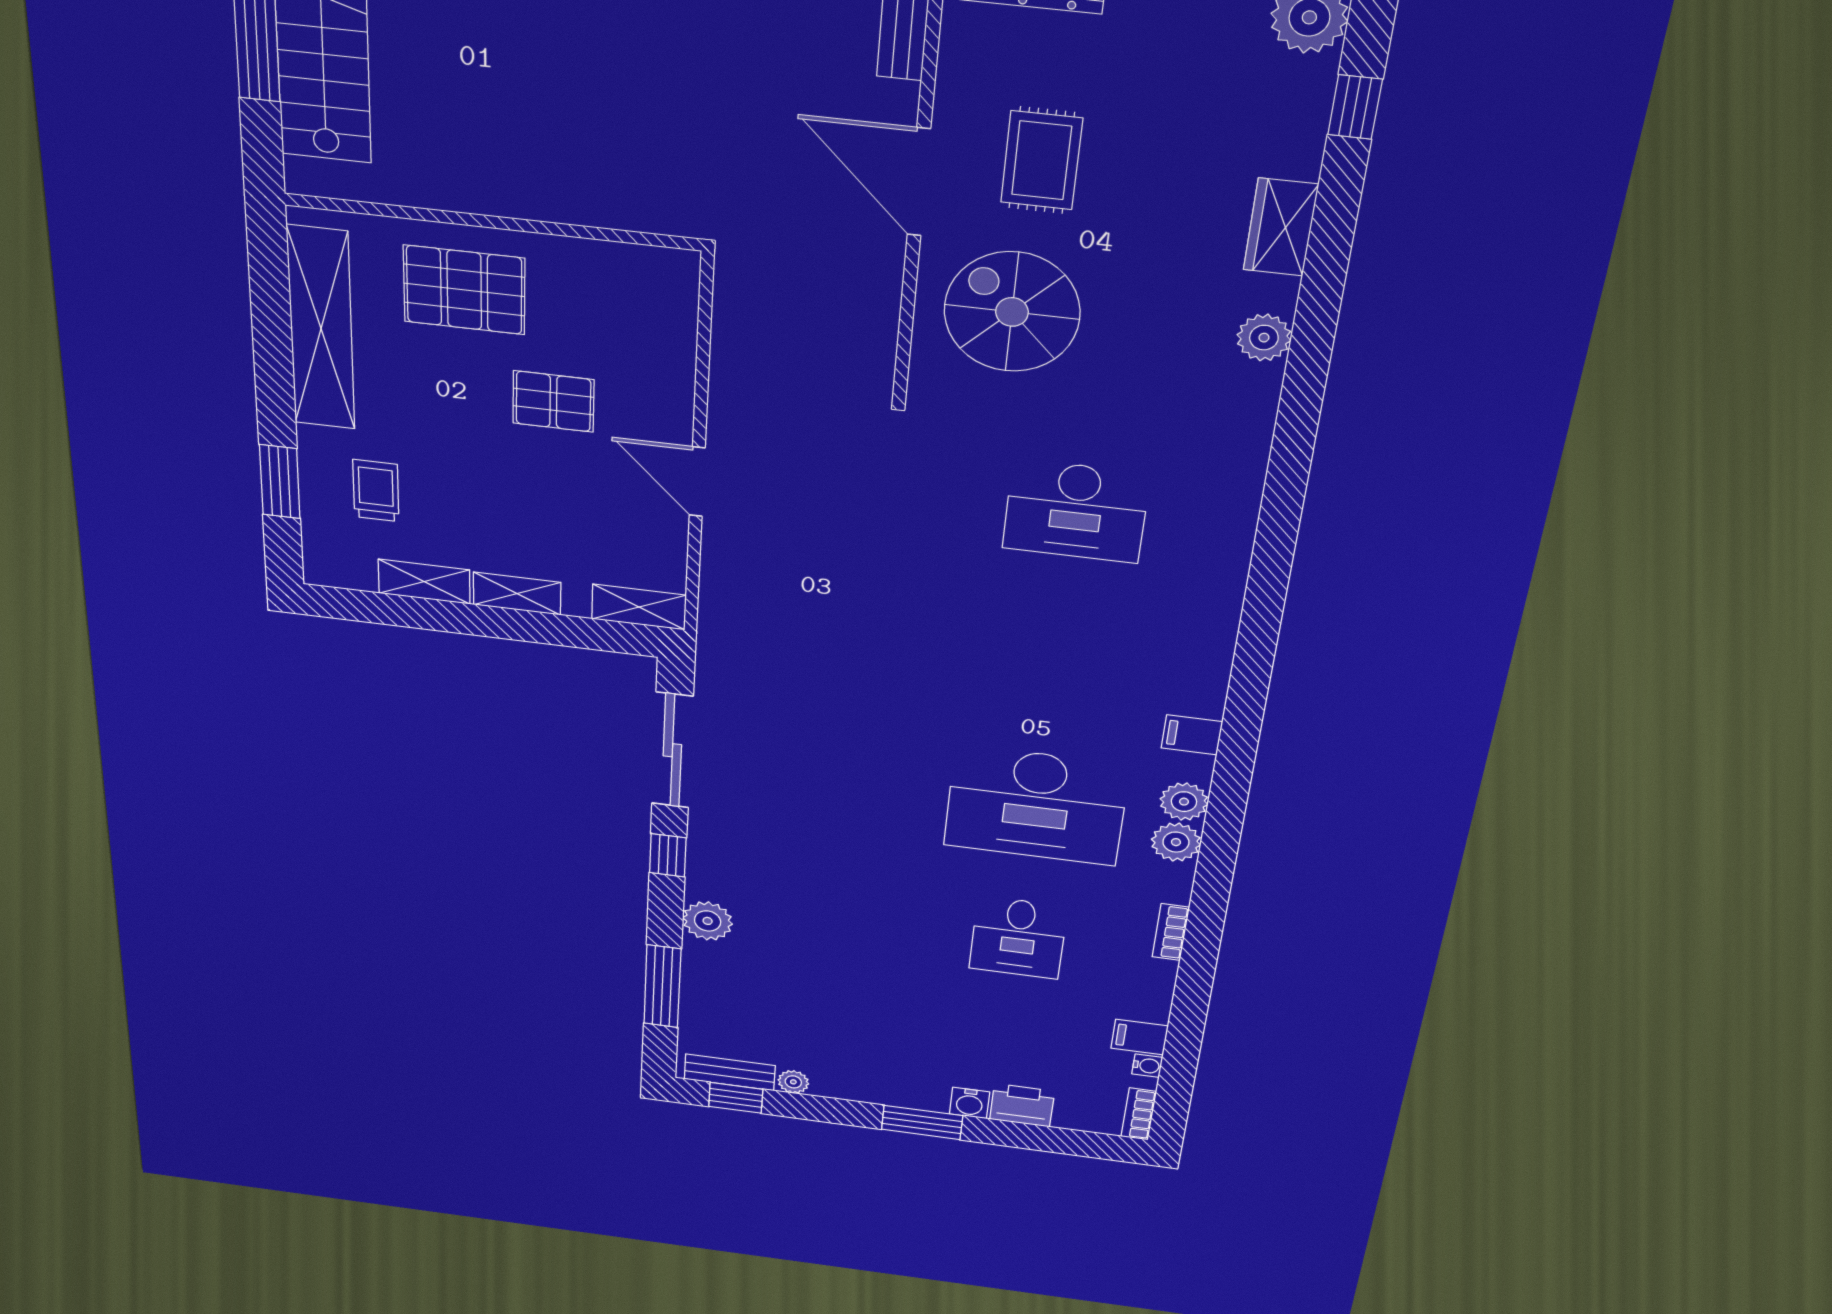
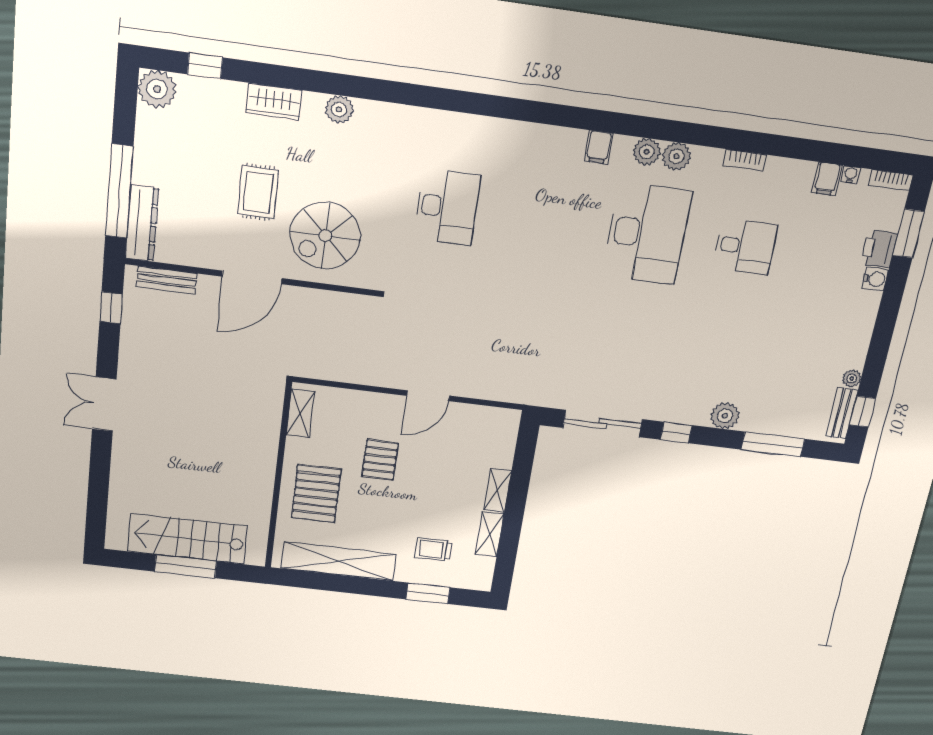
rug: (1042, 160) -> (258, 192), moved, turned 90
shelving: (639, 607) -> (300, 413), moved
window: (922, 1122) -> (908, 233), moved

